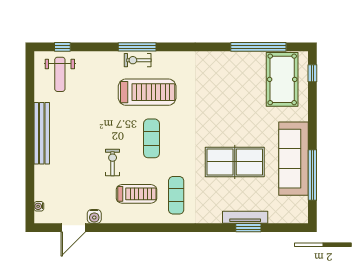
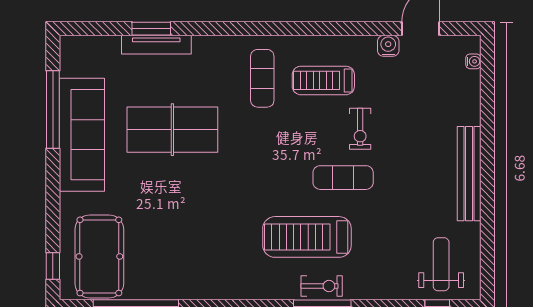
exercise mat: (151, 138) -> (343, 178), moved, turned 90

